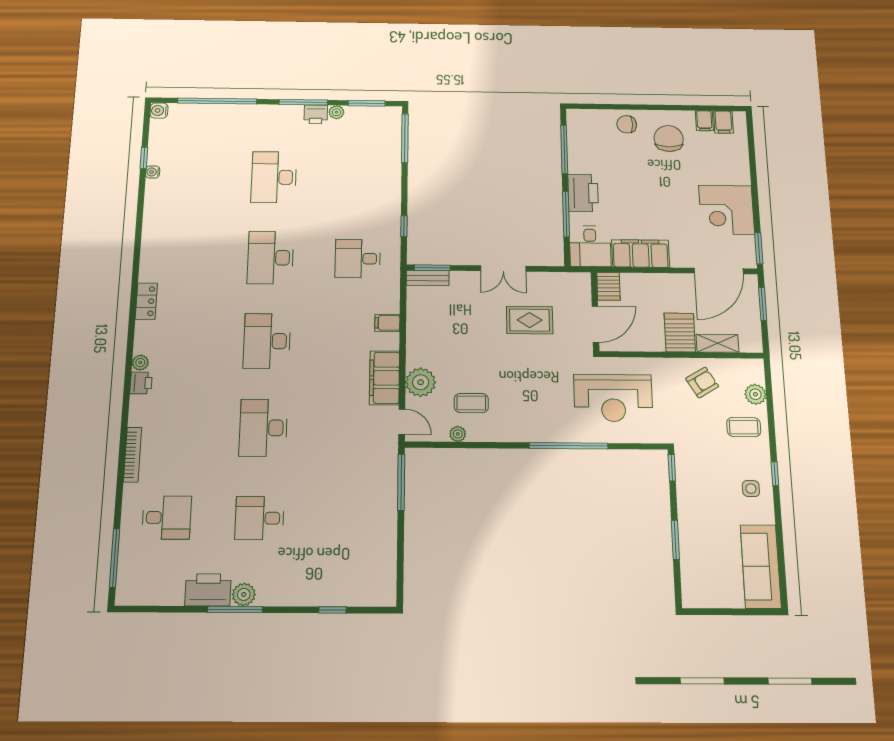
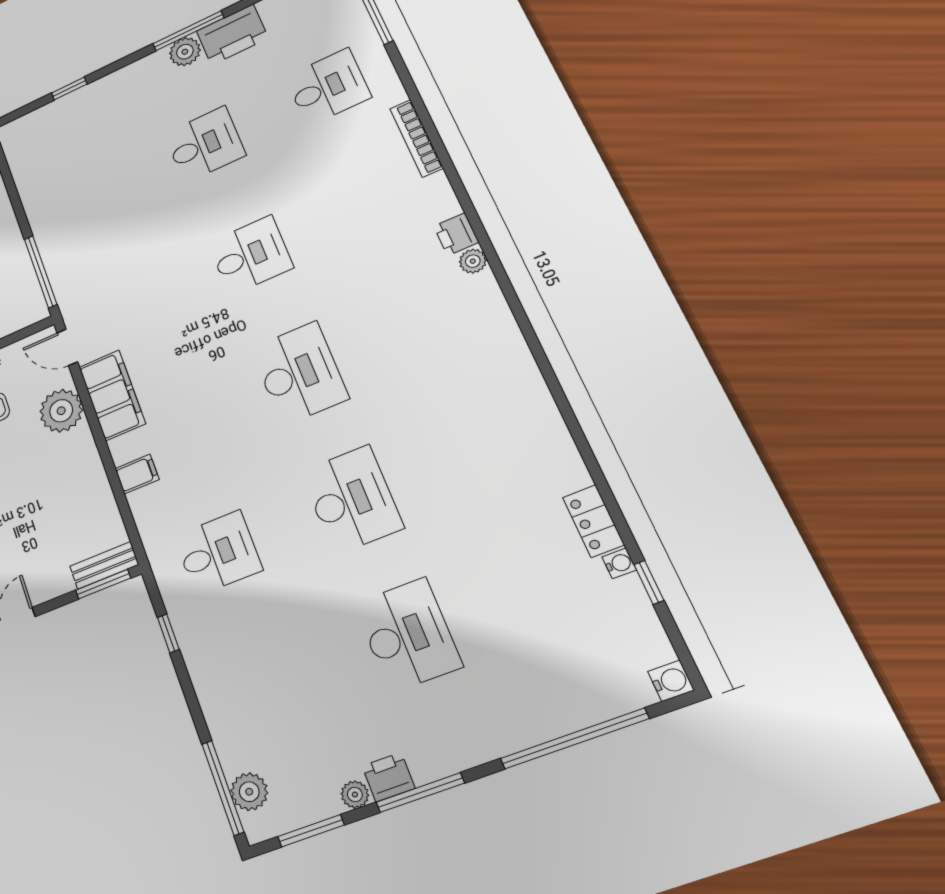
plant: (391, 132) -> (249, 792), added
locker: (146, 301) -> (593, 521), moved
desk: (263, 428) -> (250, 255), width x0.73
desk: (167, 518) -> (328, 87), turned 180

